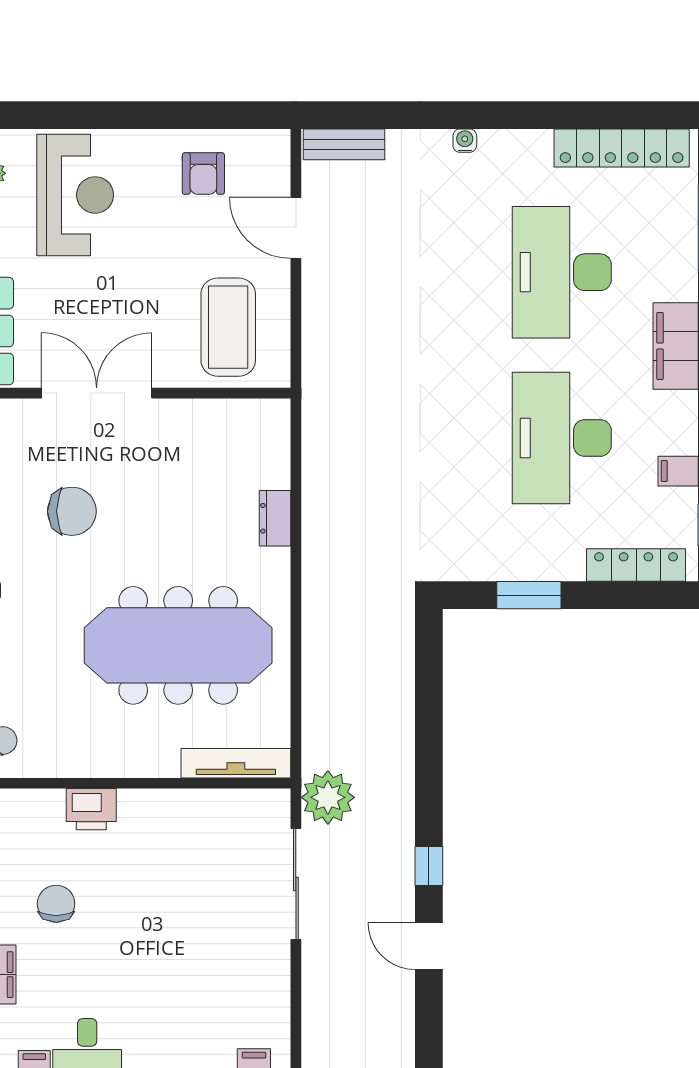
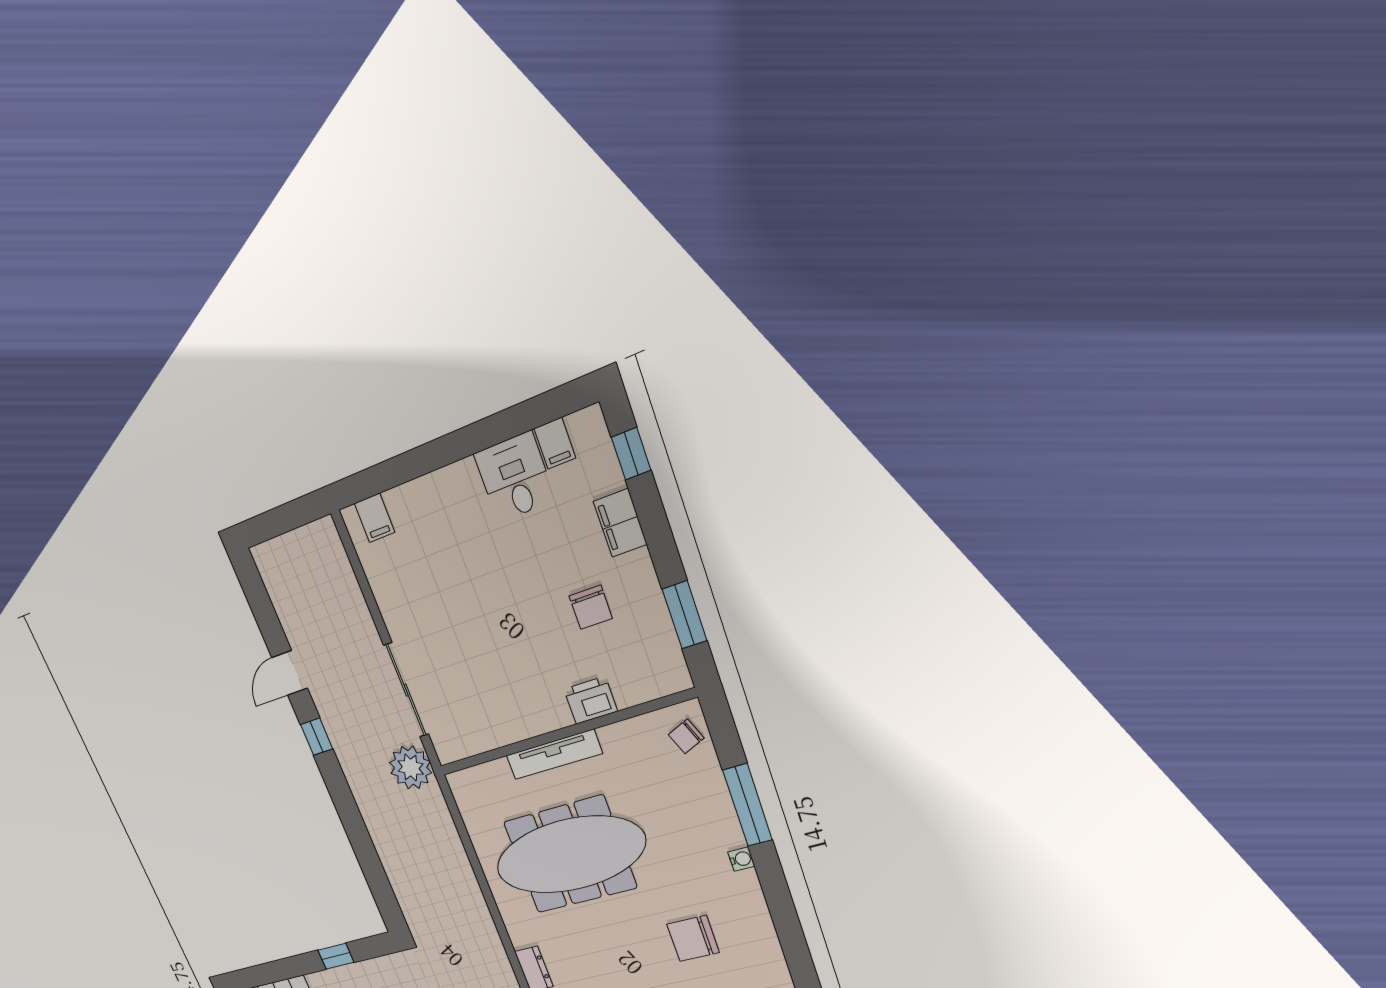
window: (529, 595) -> (336, 956), width x0.67
tv unit: (236, 763) -> (554, 754), moved
door: (429, 946) -> (290, 673), swing flipped

